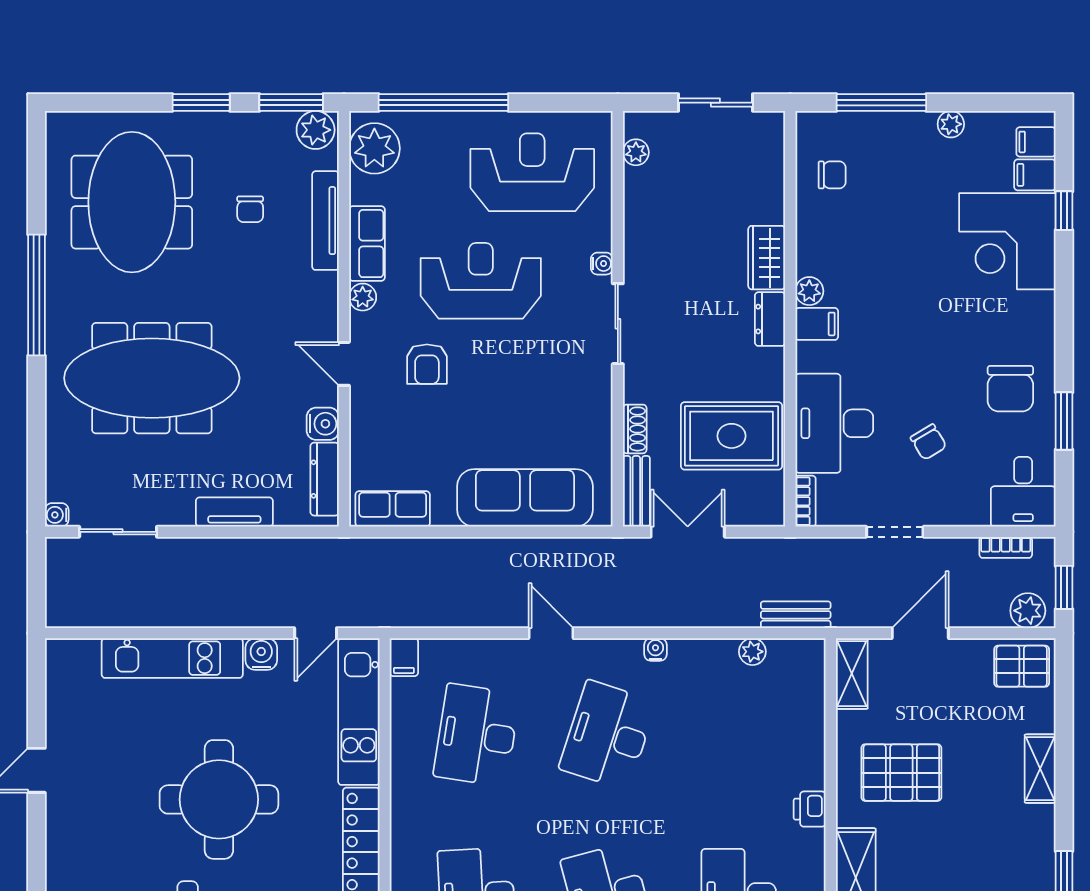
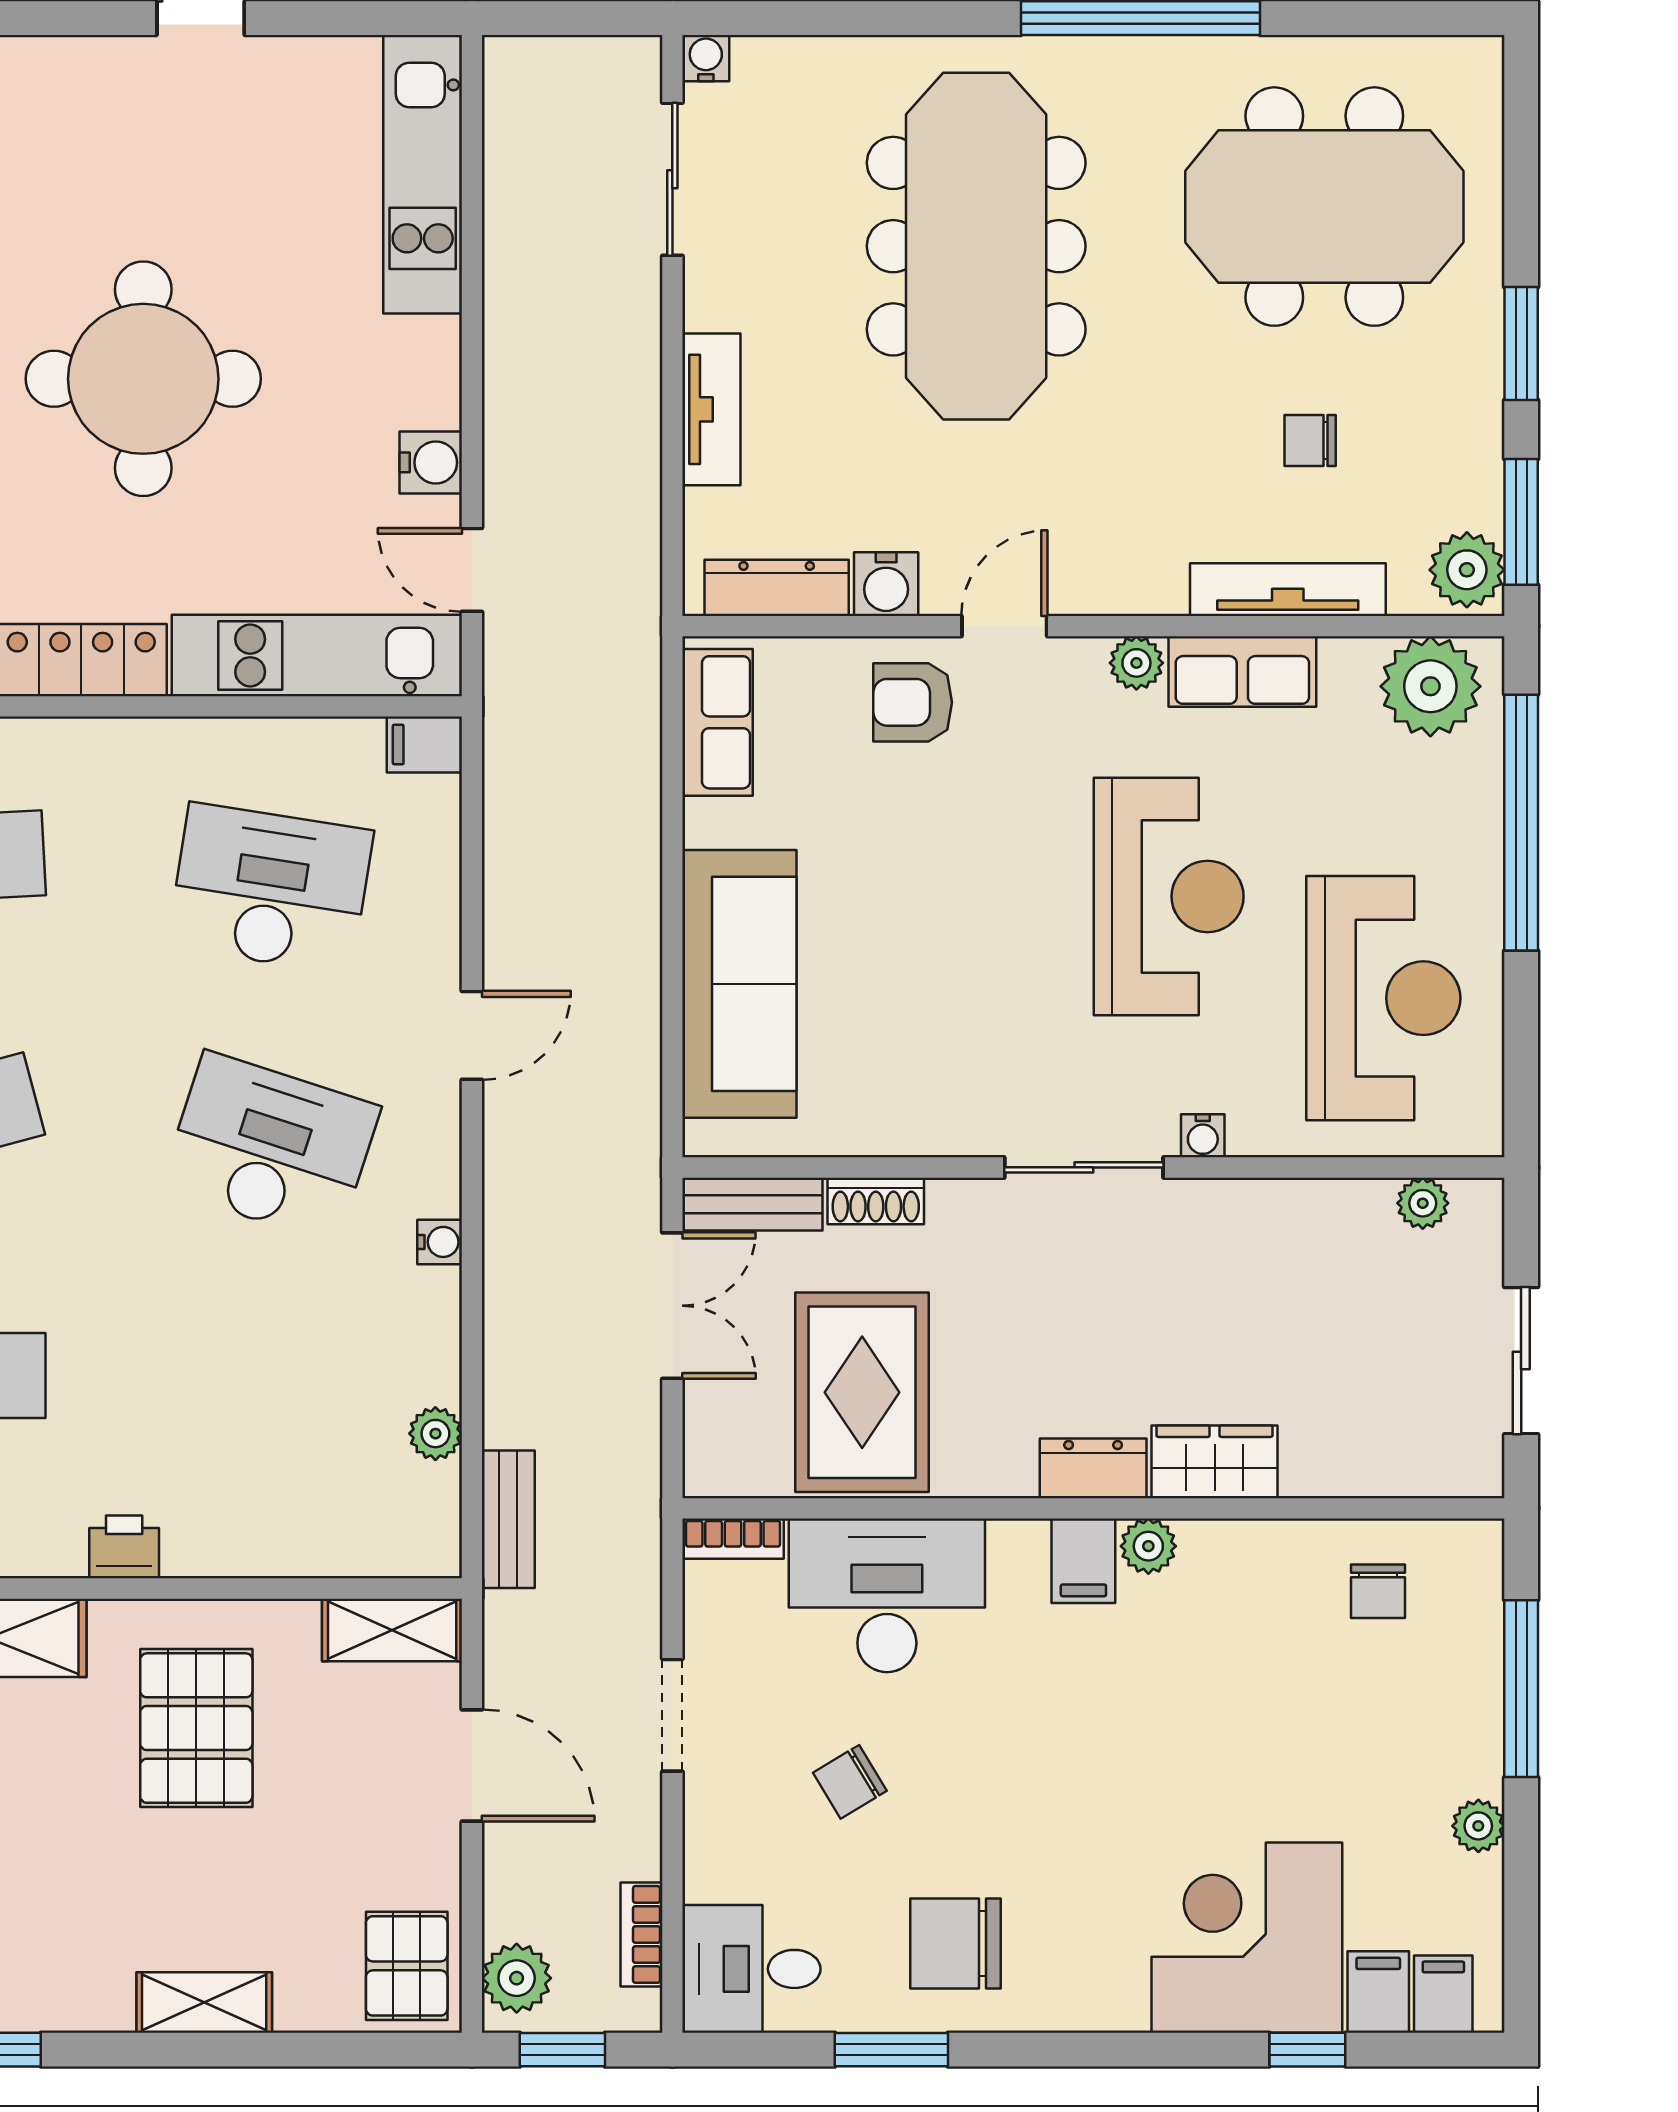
armchair: (427, 364) -> (913, 702), moved
kitchen unit: (172, 658) -> (423, 174), moved

